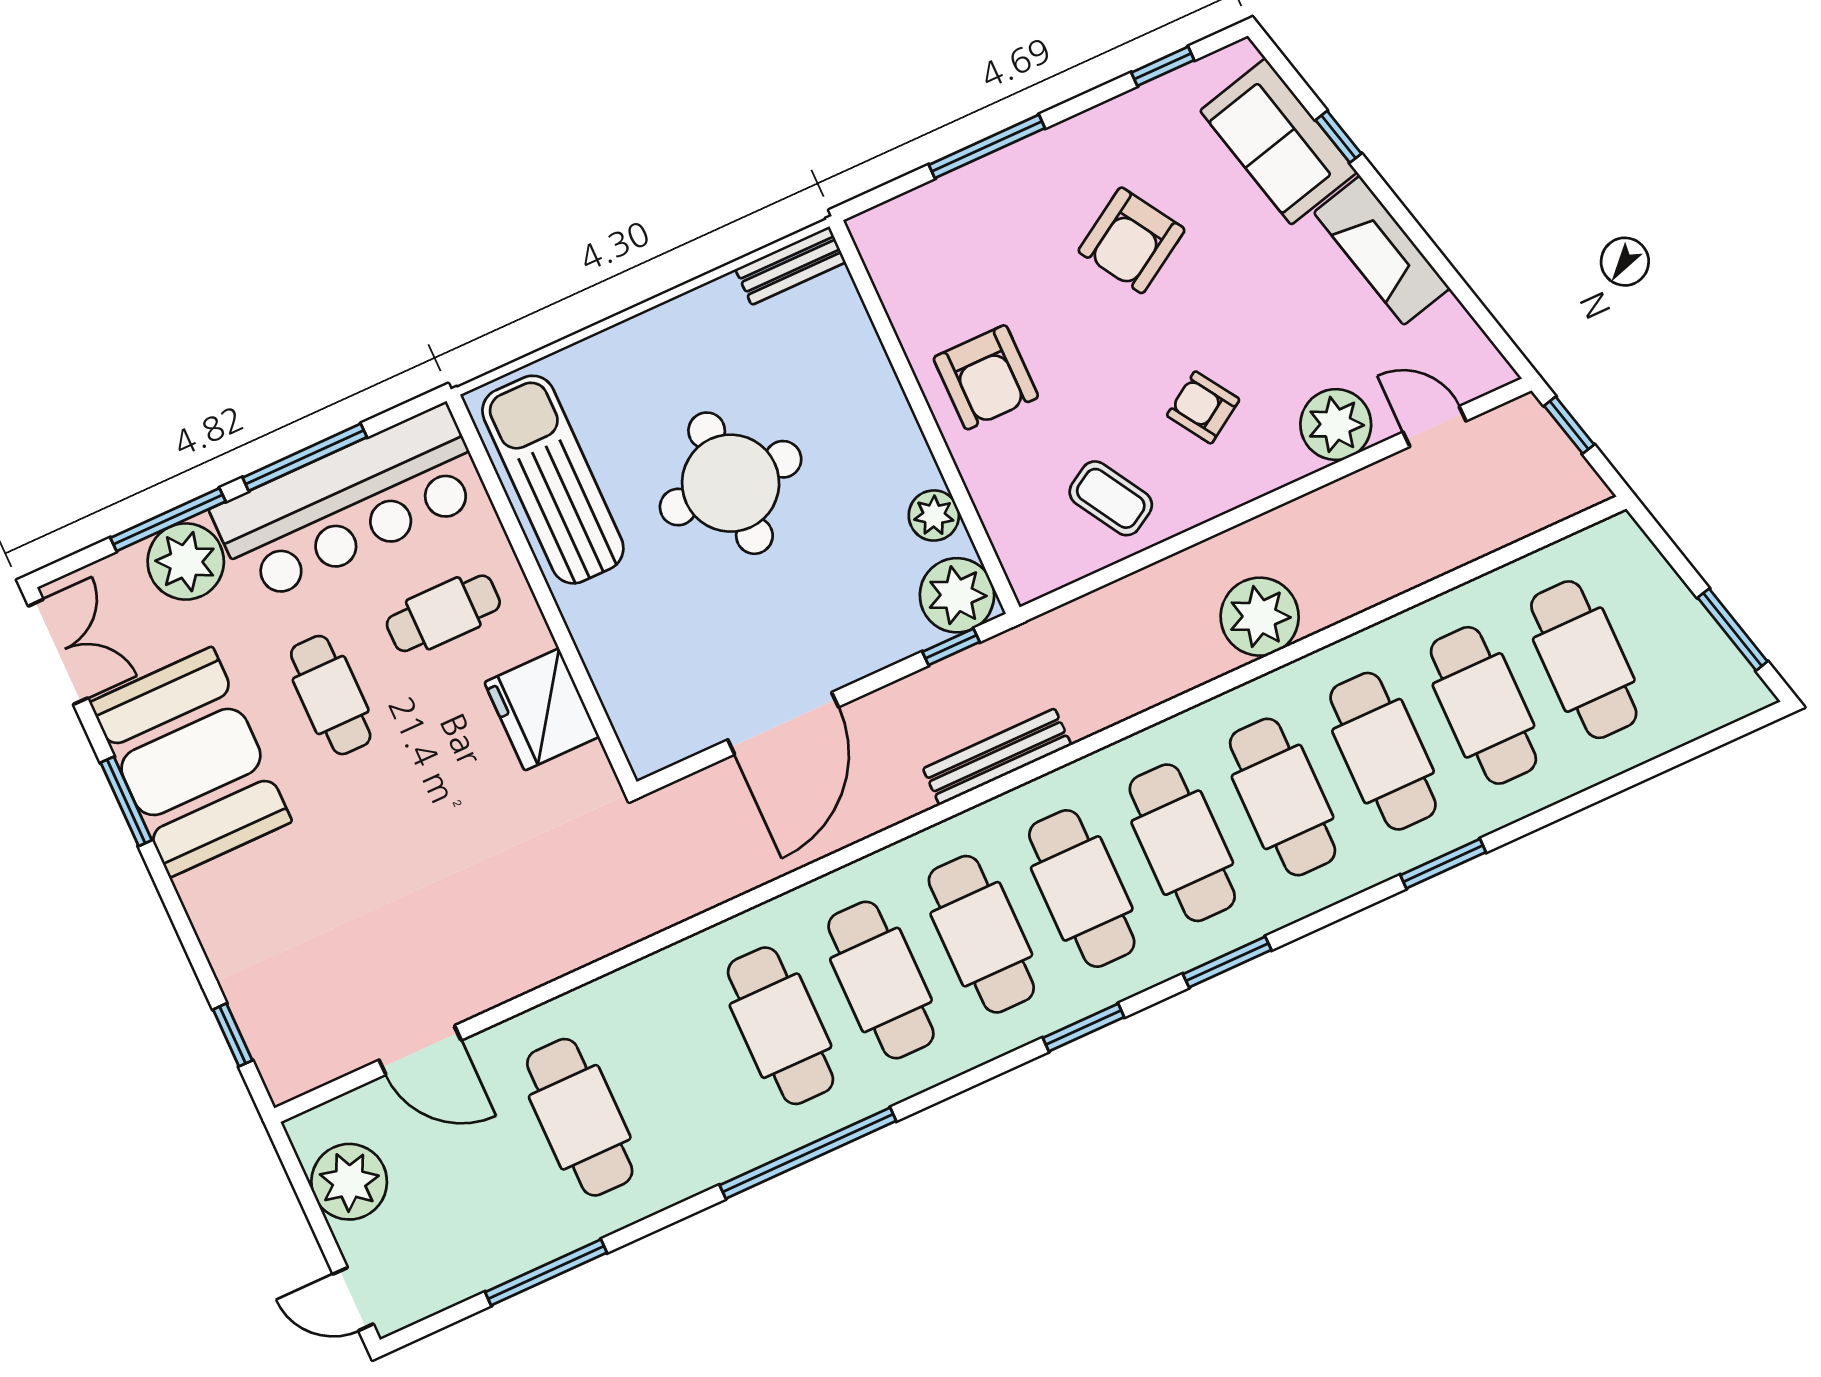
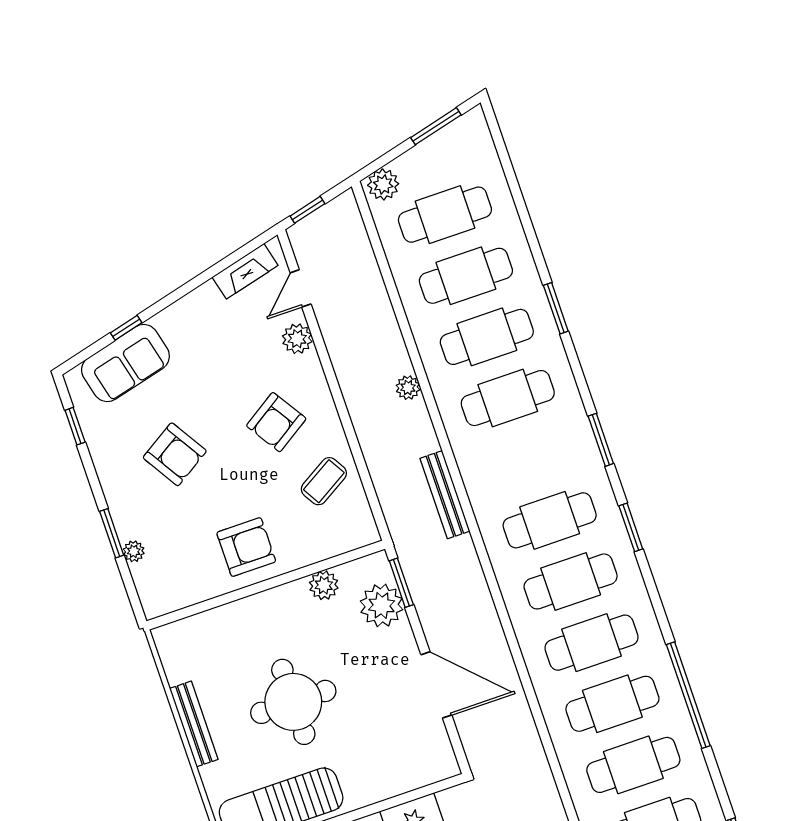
window: (987, 146) -> (112, 533), width x0.69
plant: (960, 187) -> (134, 551), added
fireplace: (1382, 250) -> (245, 271), moved, width x0.73, depth x0.76
bench: (791, 266) -> (194, 724), moved, width x1.36
armchair: (1203, 407) -> (276, 422), width x1.38, depth x1.38
plant: (1336, 425) -> (297, 339), width x0.73, depth x0.73
plant: (1625, 550) -> (383, 184), added
plant: (957, 595) -> (382, 605), moved
plant: (1260, 617) -> (408, 388), width x0.53, depth x0.53
window: (951, 647) -> (401, 583), width x1.50
bench: (997, 757) -> (445, 495), moved
cafe table: (1182, 843) -> (633, 765), moved

